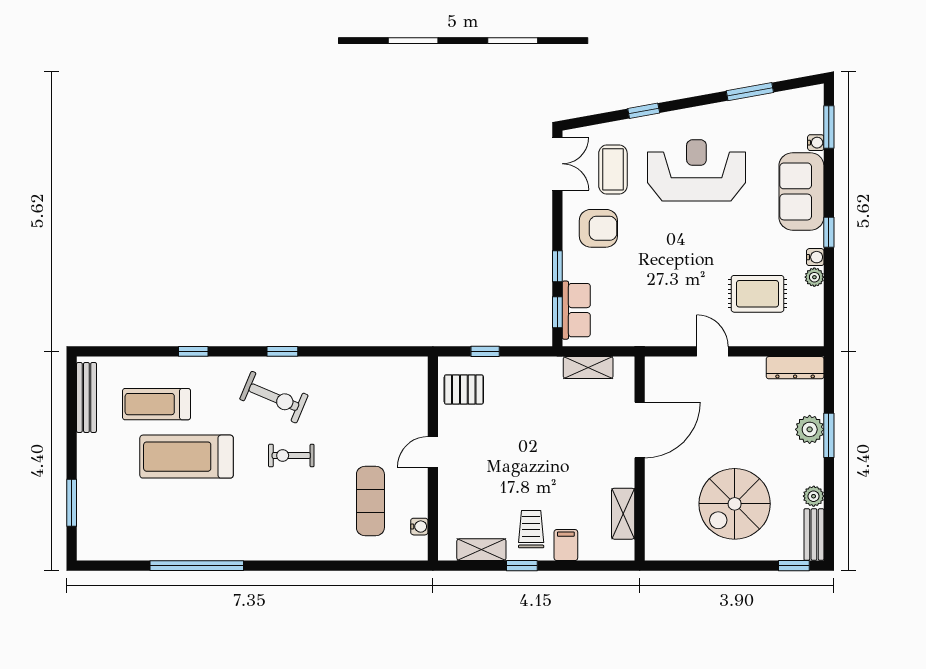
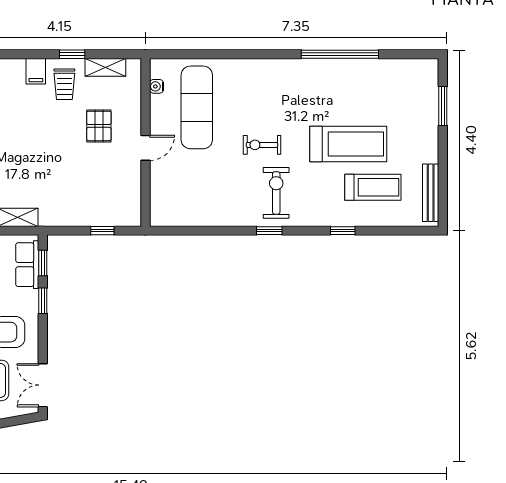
pallet: (464, 389) -> (99, 126), moved, turned 90
exercise bike: (274, 397) -> (276, 193), turned 67
exercise bike: (291, 456) -> (262, 145), turned 180
exercise mat: (370, 501) -> (197, 107), width x1.36, depth x1.45

